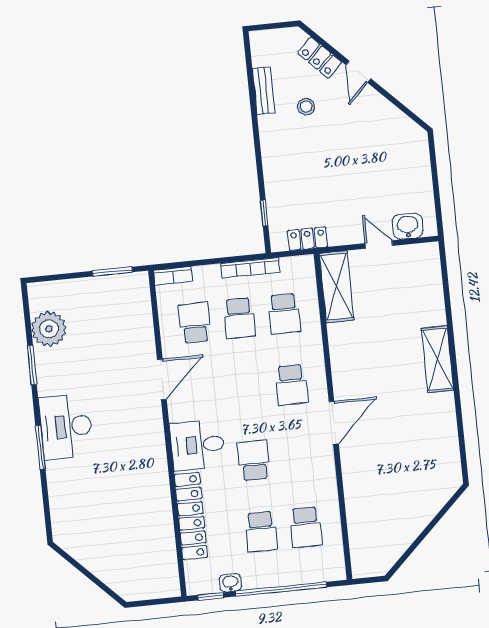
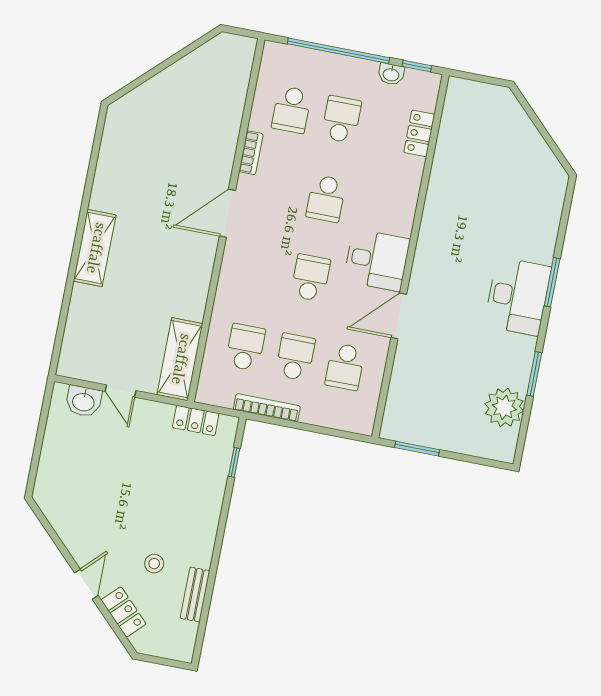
bookcase: (173, 276) -> (251, 153), moved, turned 90
school desk: (291, 385) -> (311, 278), moved
desk: (197, 445) -> (377, 260), moved
locker: (191, 516) -> (419, 133), width x0.46, depth x0.83
school desk: (306, 527) -> (292, 110), turned 180

